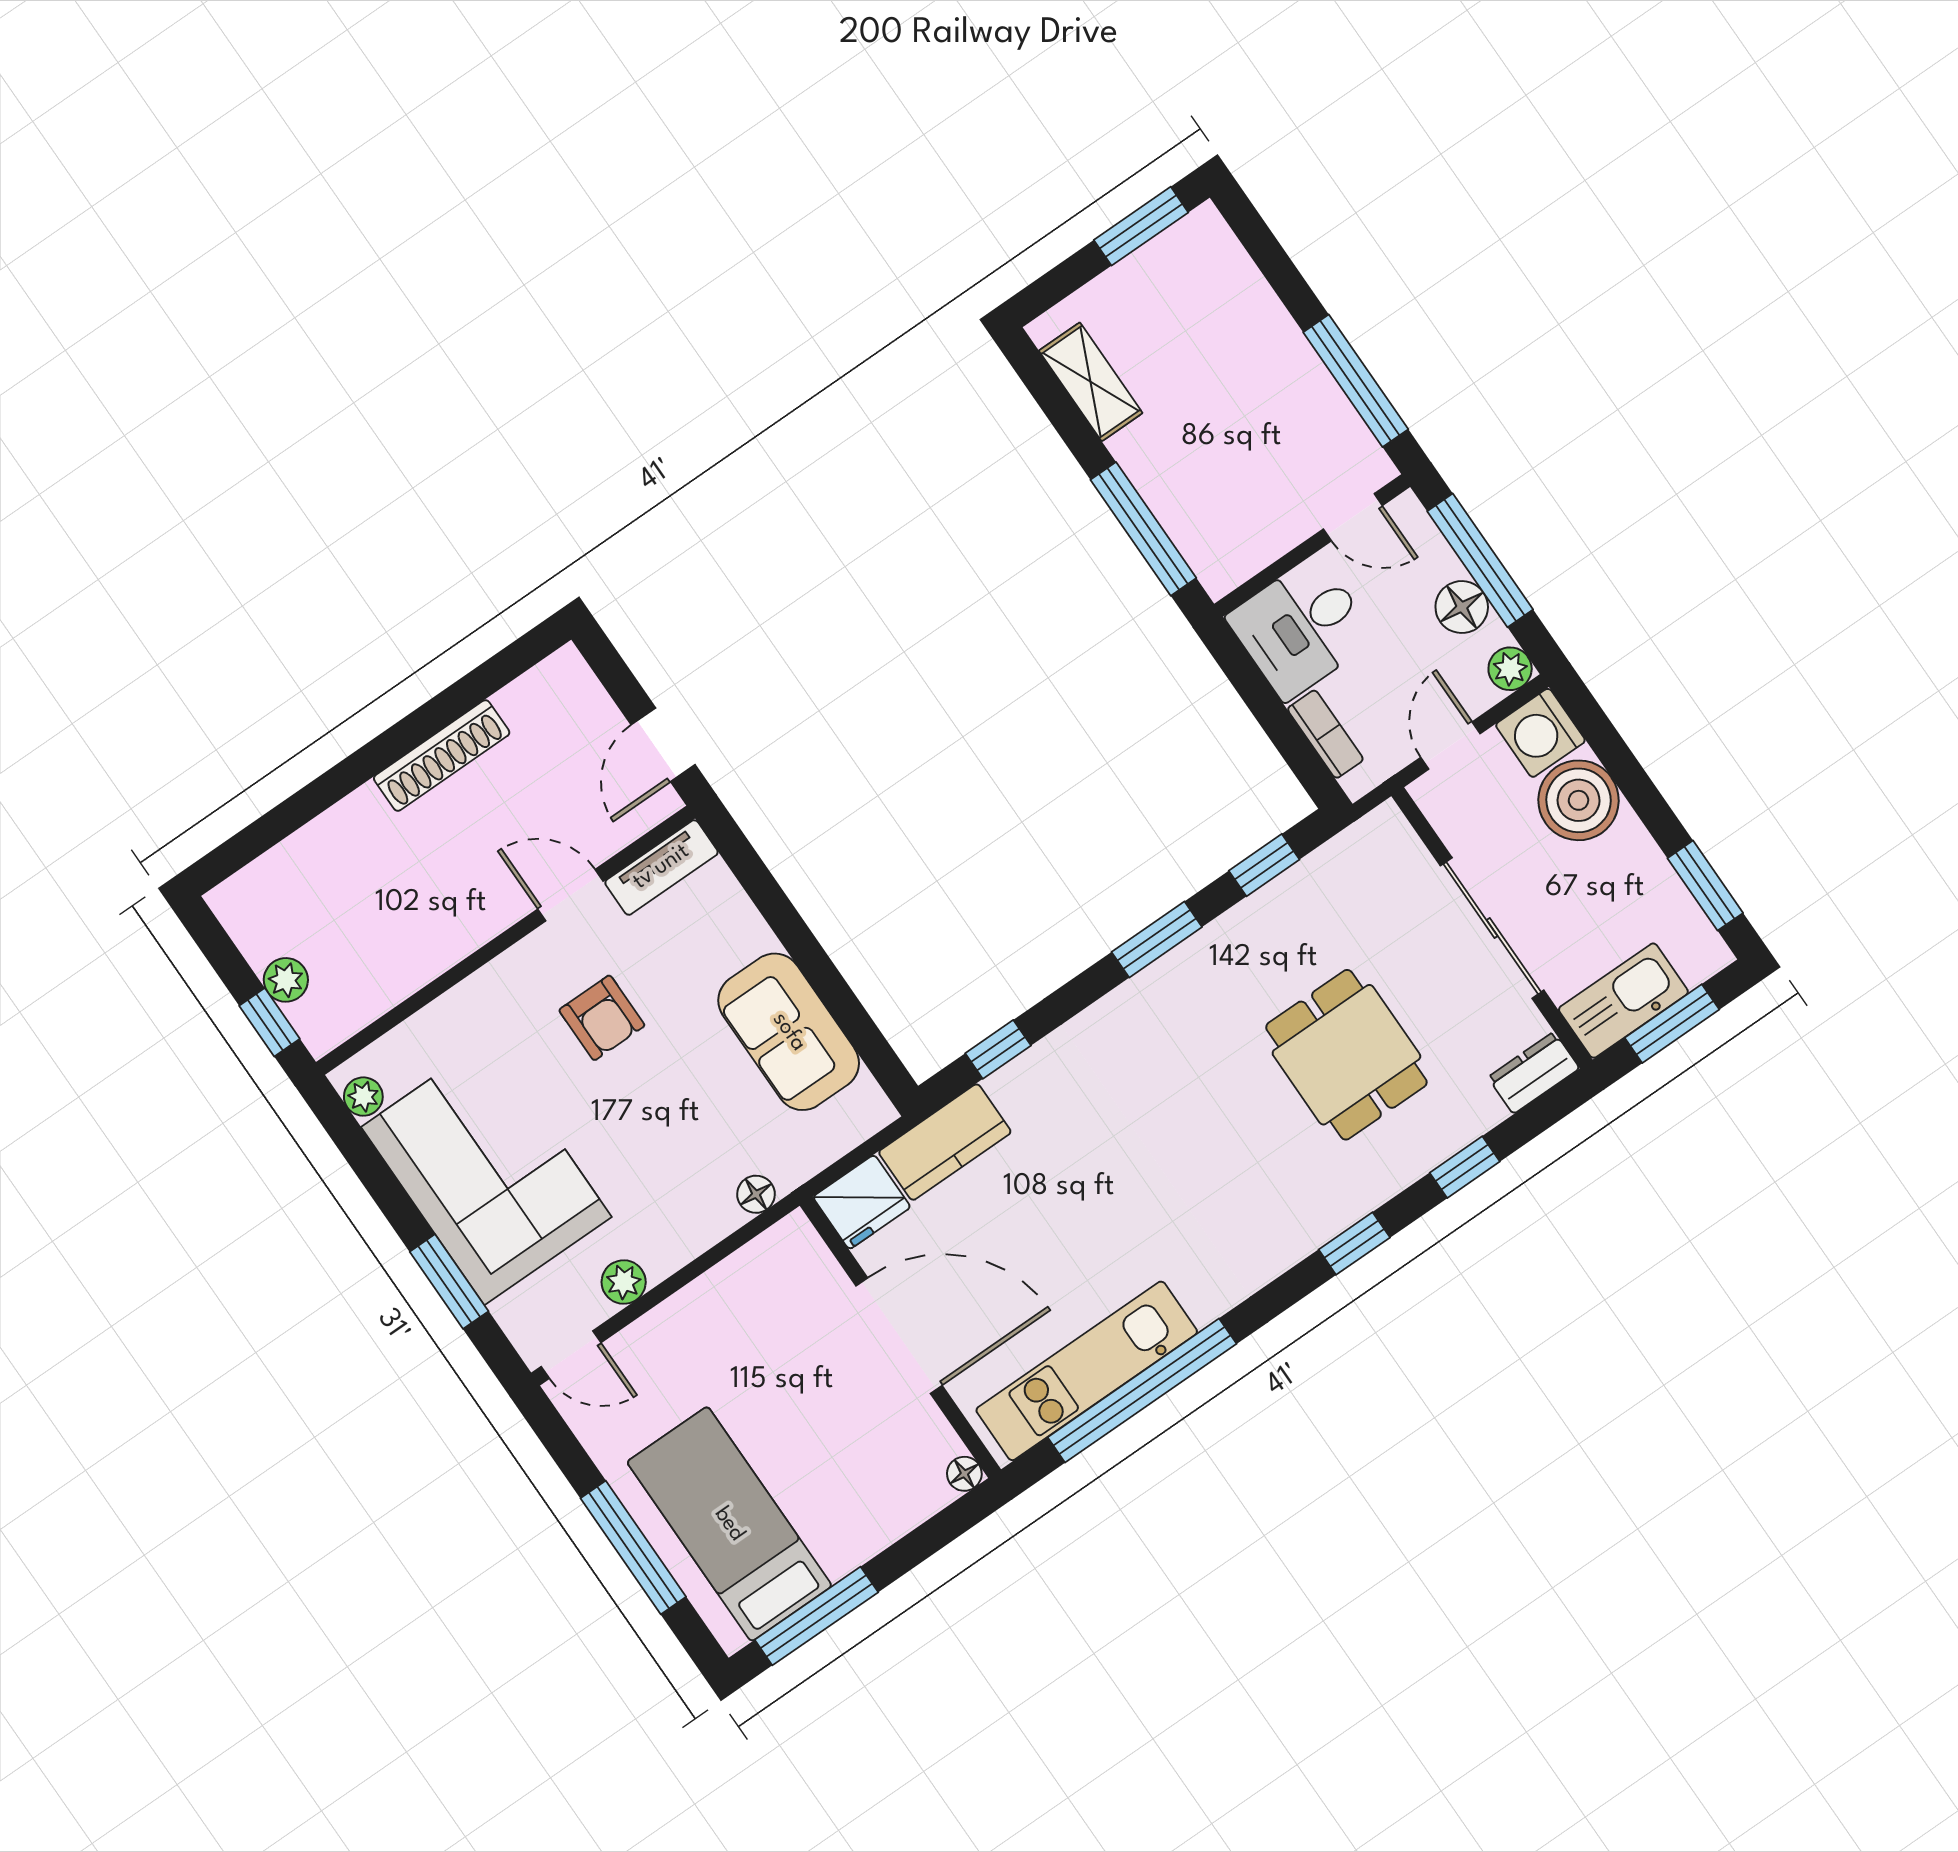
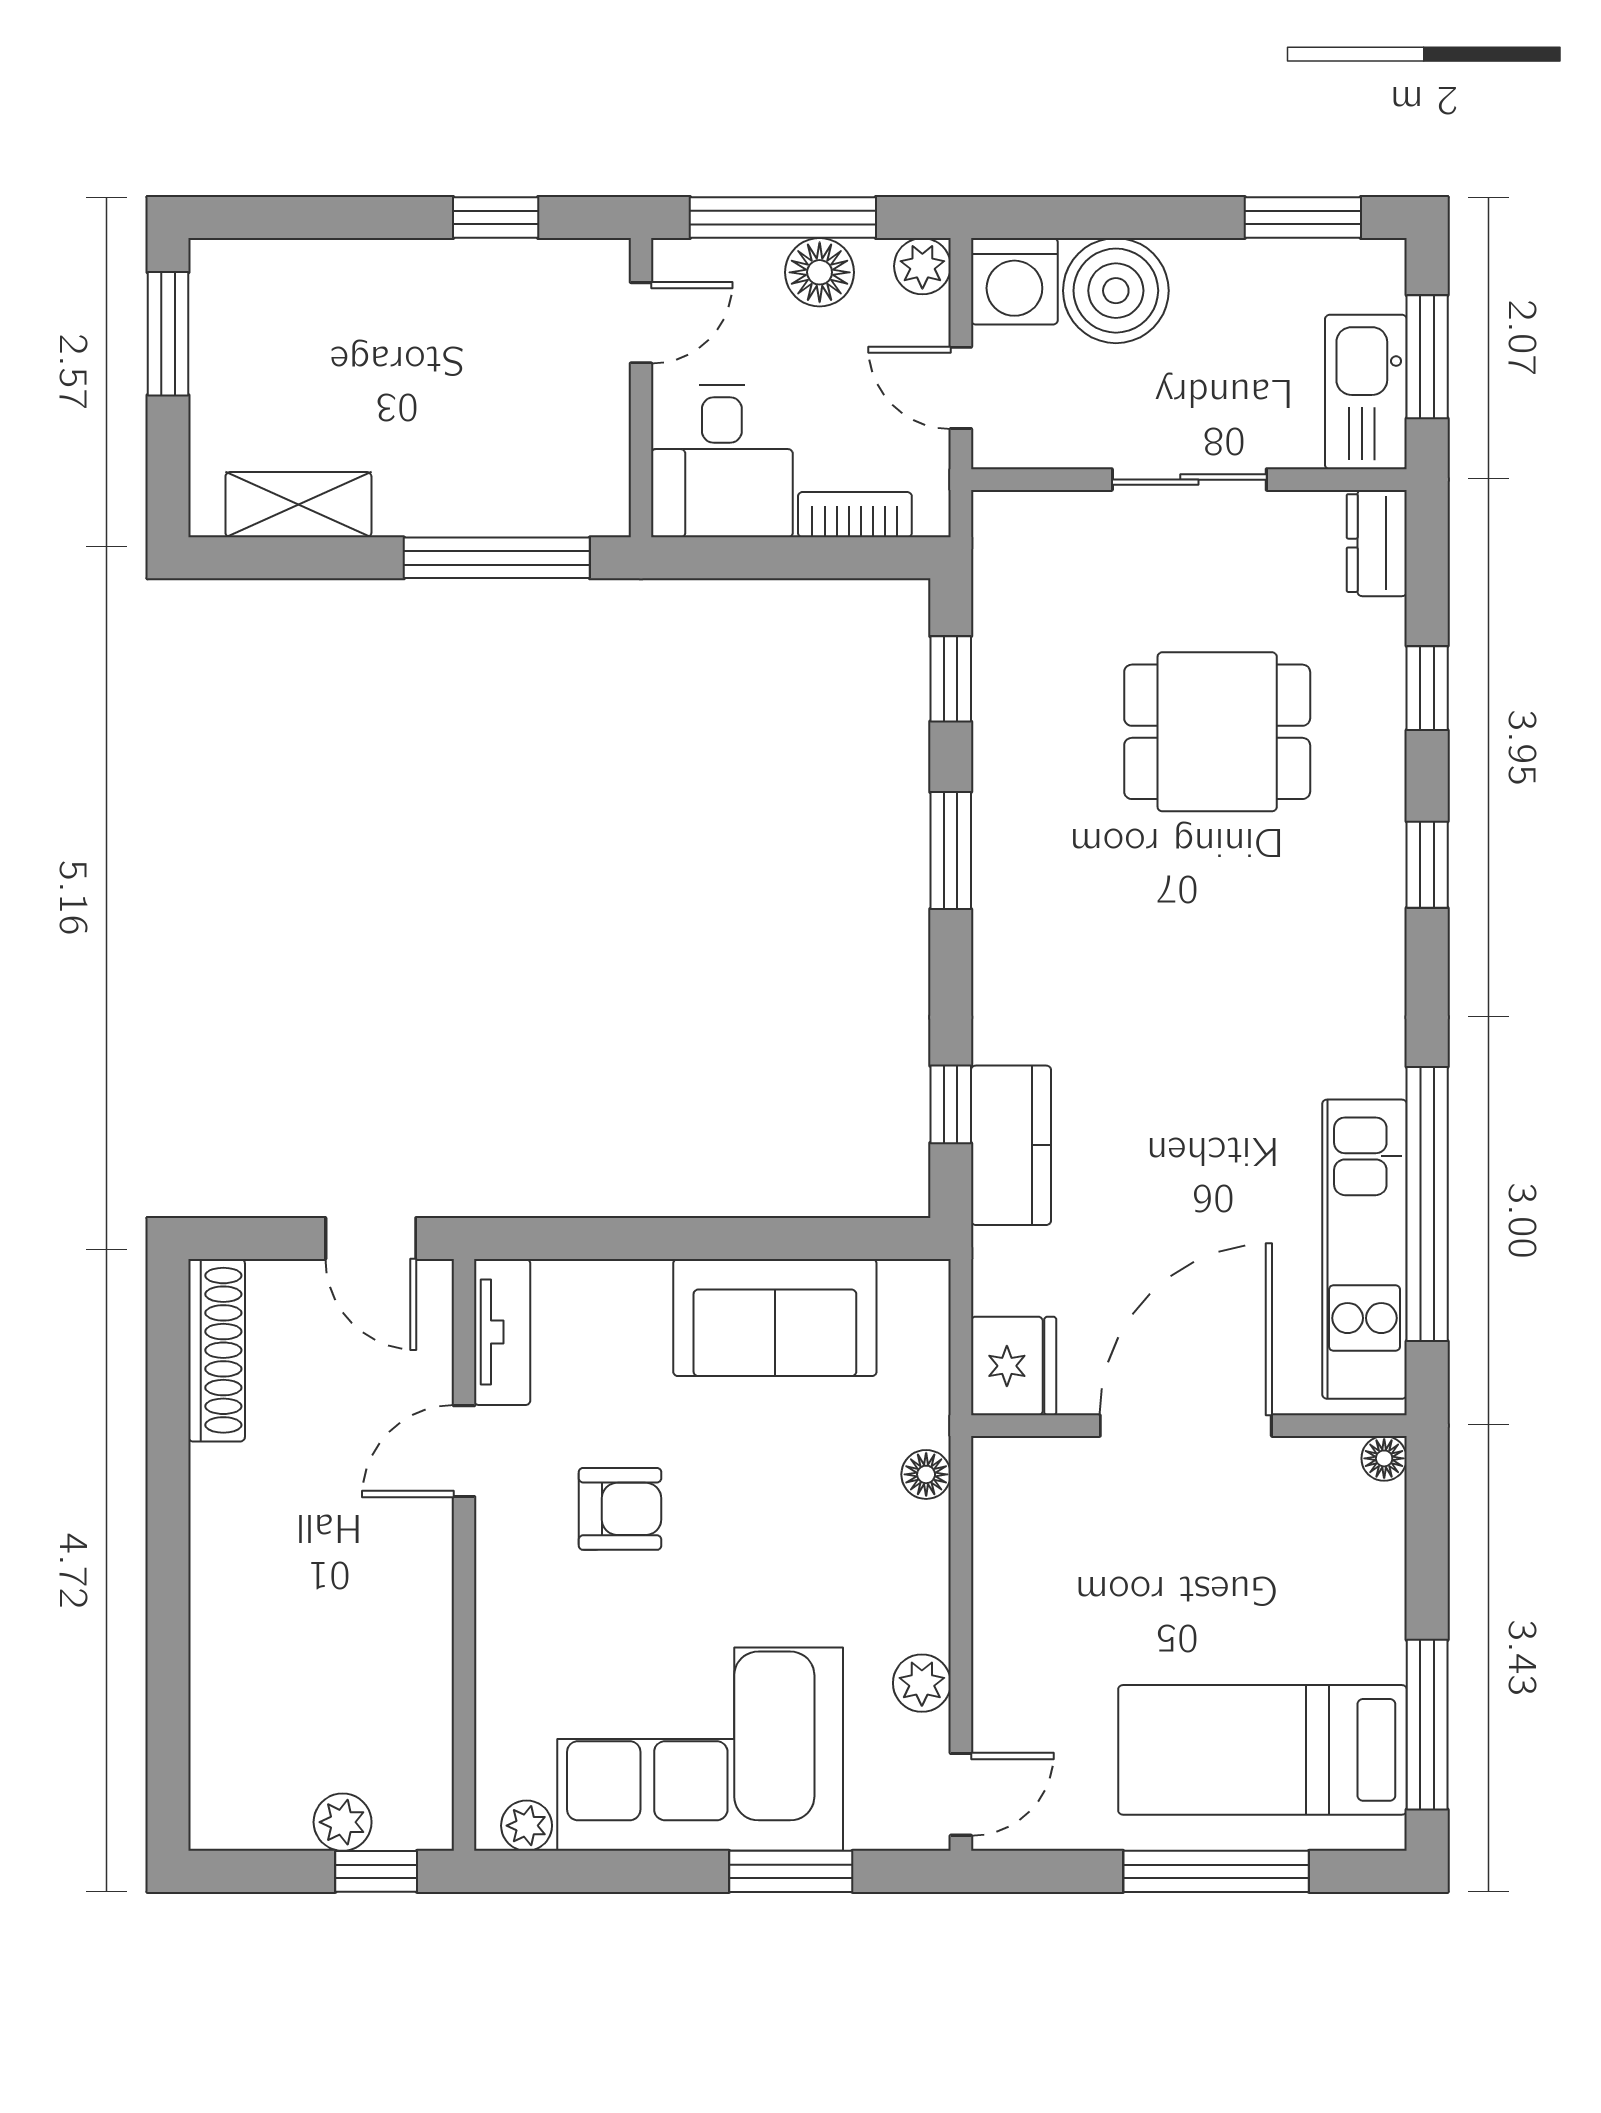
window: (1356, 381) -> (496, 218), width x0.46
shoe rack: (442, 755) -> (217, 1350), moved
sliding door: (1492, 928) -> (1189, 480), width x0.73
kitchen counter: (945, 1142) -> (1011, 1145), moved

